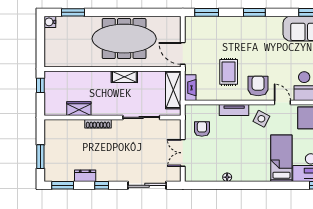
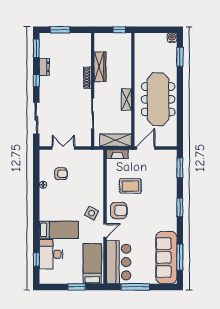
wardrobe: (79, 109) -> (100, 67), width x1.50
tv unit: (234, 110) -> (99, 191), removed
armchair: (202, 129) -> (61, 174), moved

